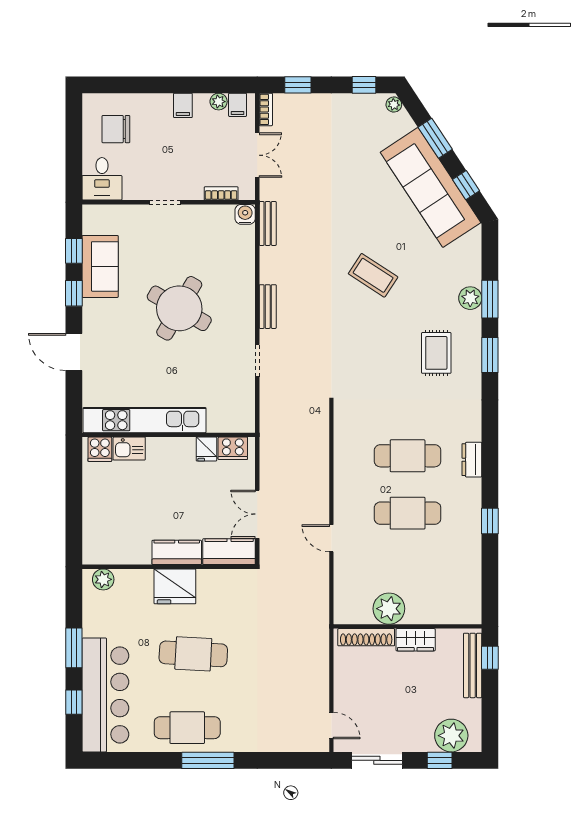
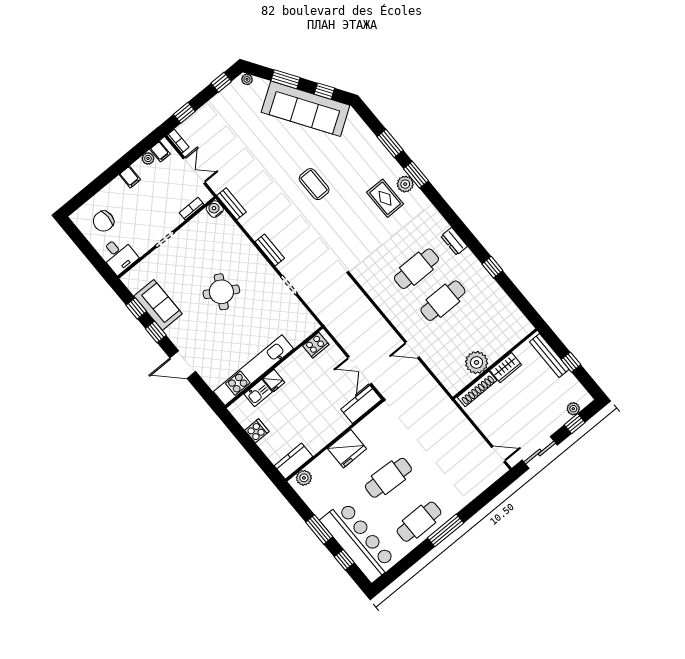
coffee table: (373, 275) -> (314, 184), turned 57
plant: (470, 298) -> (405, 184), moved
round table: (179, 308) -> (221, 292), width x0.73, depth x0.73
cooker: (100, 449) -> (257, 431), moved, turned -90
fridge: (206, 449) -> (274, 380), moved
kitchen counter: (177, 552) -> (293, 461), moved
window: (490, 658) -> (571, 362), moved
plant: (451, 736) -> (573, 409), width x0.53, depth x0.53

